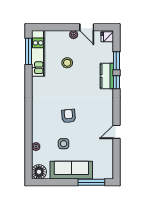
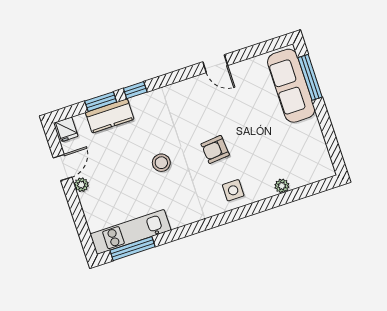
stool: (67, 63) -> (161, 163), moved
kitchen counter: (107, 76) -> (110, 116), moved
side table: (64, 144) -> (233, 190), moved
sofa: (71, 170) -> (291, 86), moved
floor lamp: (39, 172) -> (321, 167), removed

